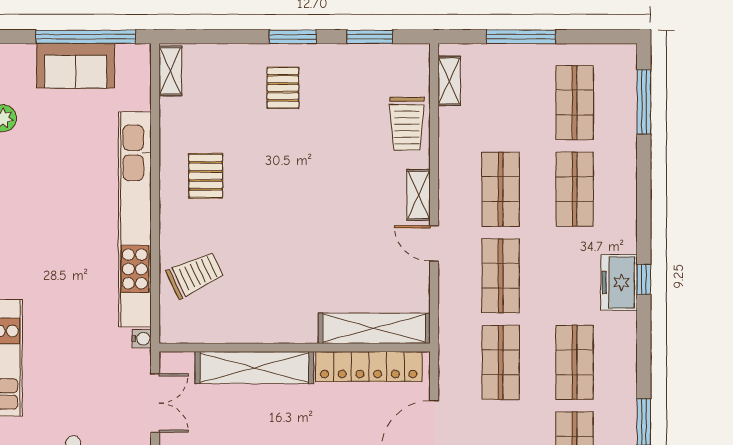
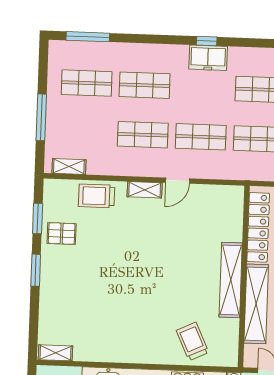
pallet: (283, 88) -> (62, 234), moved
trolley: (407, 124) -> (97, 196), turned 180
pallet: (206, 176) -> (127, 332), removed
shelving: (374, 328) -> (231, 280), moved

